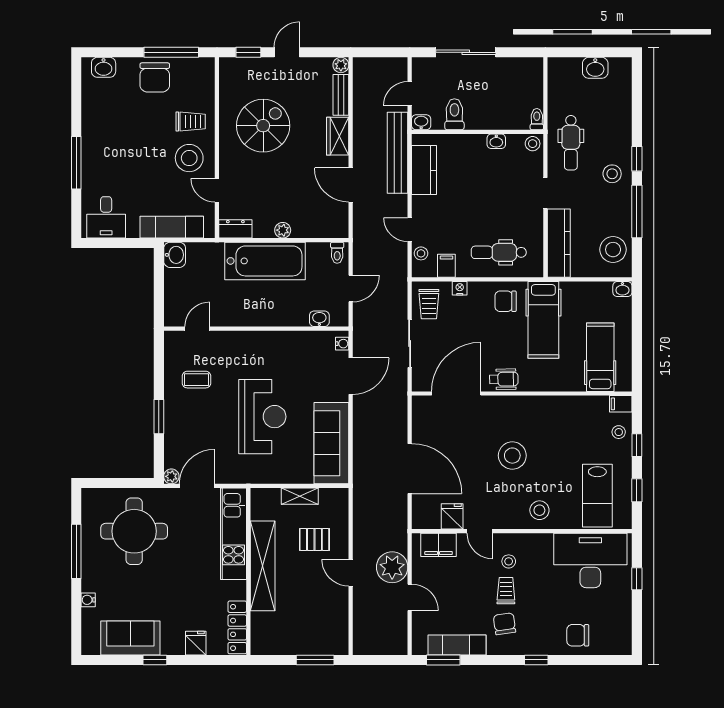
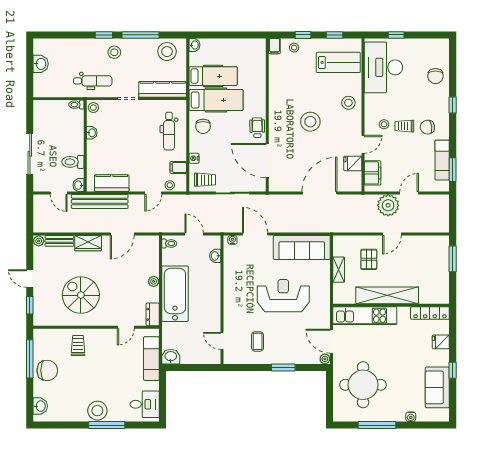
stool: (189, 158) -> (97, 411), moved
hospital bed: (600, 357) -> (213, 76), moved, turned 180

